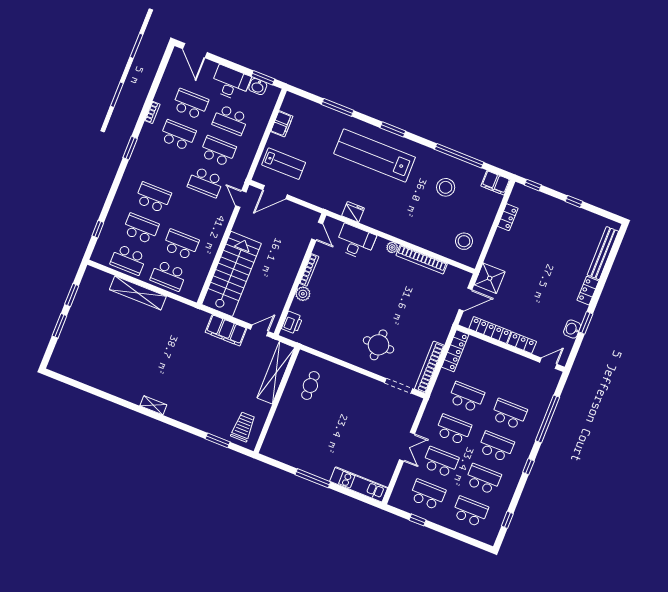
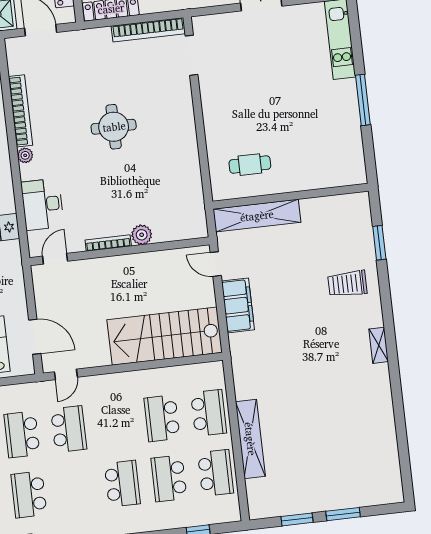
school desk: (153, 197) -> (122, 484), turned 180
printer: (292, 323) -> (184, 229), removed
round table: (379, 345) -> (114, 127), moved
trolley: (243, 427) -> (347, 284), moved

